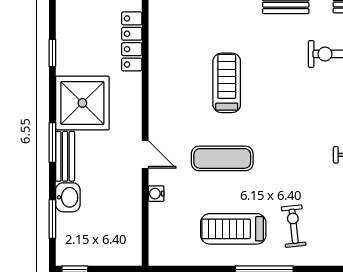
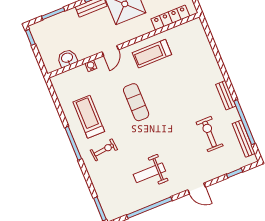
treadmill: (227, 83) -> (152, 54), moved, turned 180
exercise mat: (222, 158) -> (136, 102), moved
washbasin: (68, 197) -> (67, 58), moved, turned 180

